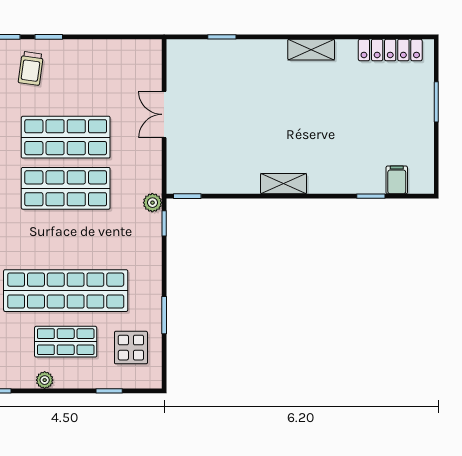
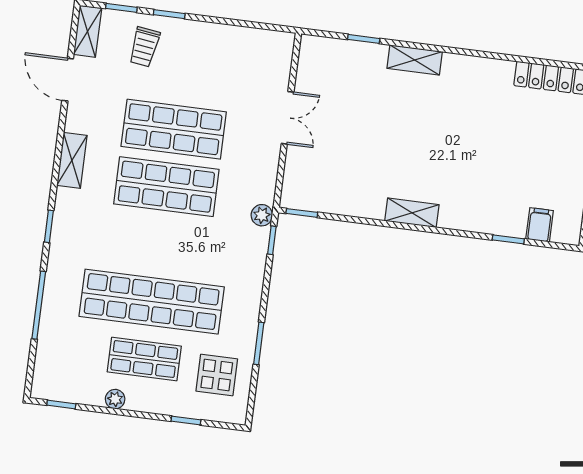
shelving: (311, 50) -> (415, 60), moved
double door: (164, 114) -> (288, 118), swing flipped

